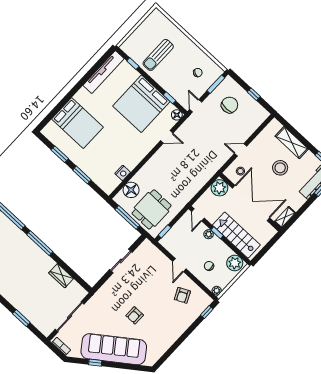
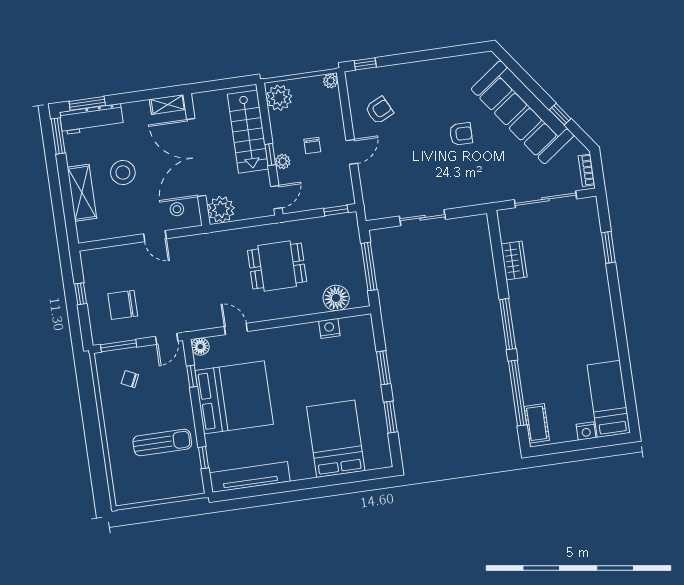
dining table: (152, 209) -> (277, 266), moved
chair: (209, 266) -> (312, 145), moved

